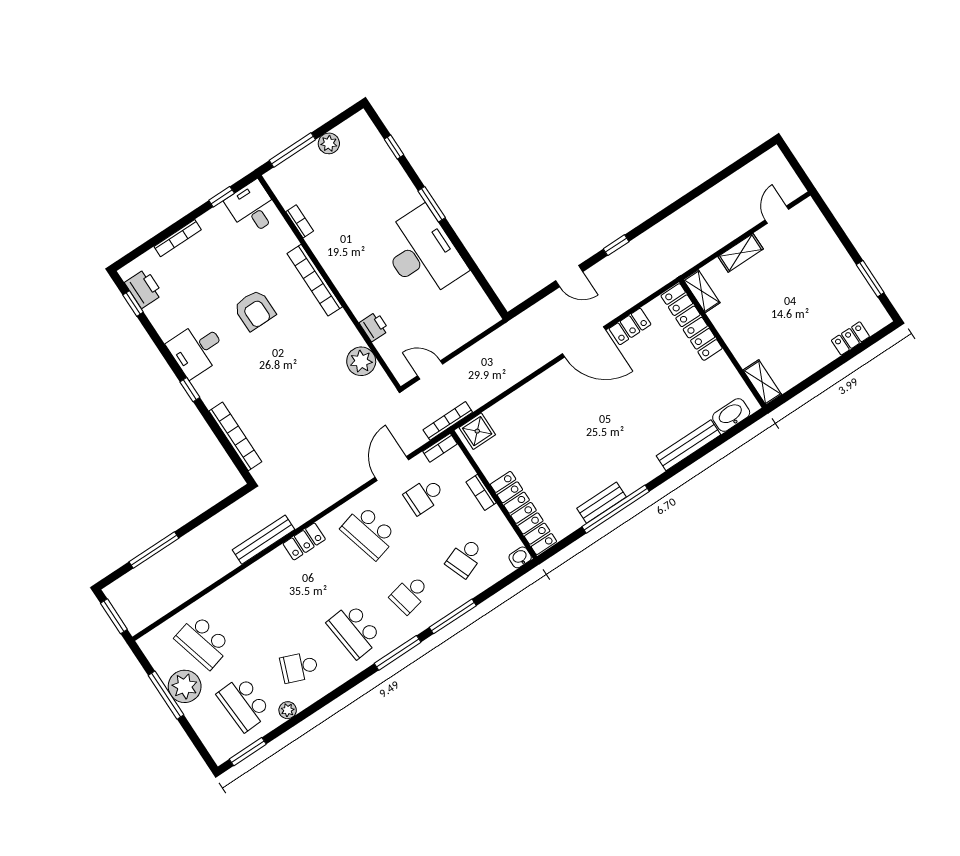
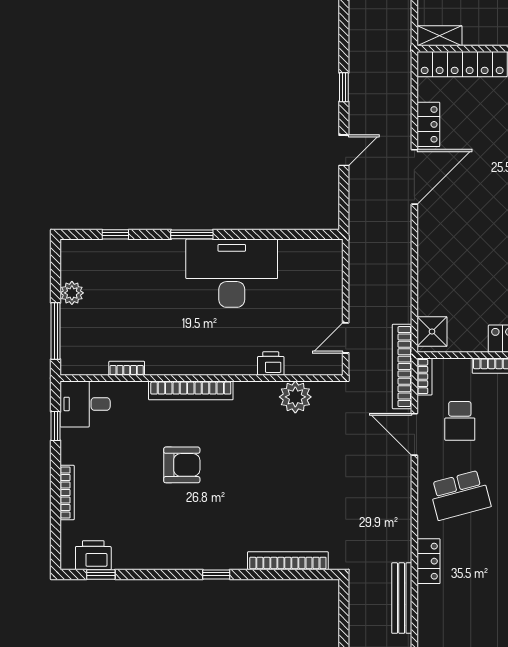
desk: (197, 349) -> (183, 543), removed
bookcase: (448, 421) -> (402, 367), width x1.48, depth x1.31

